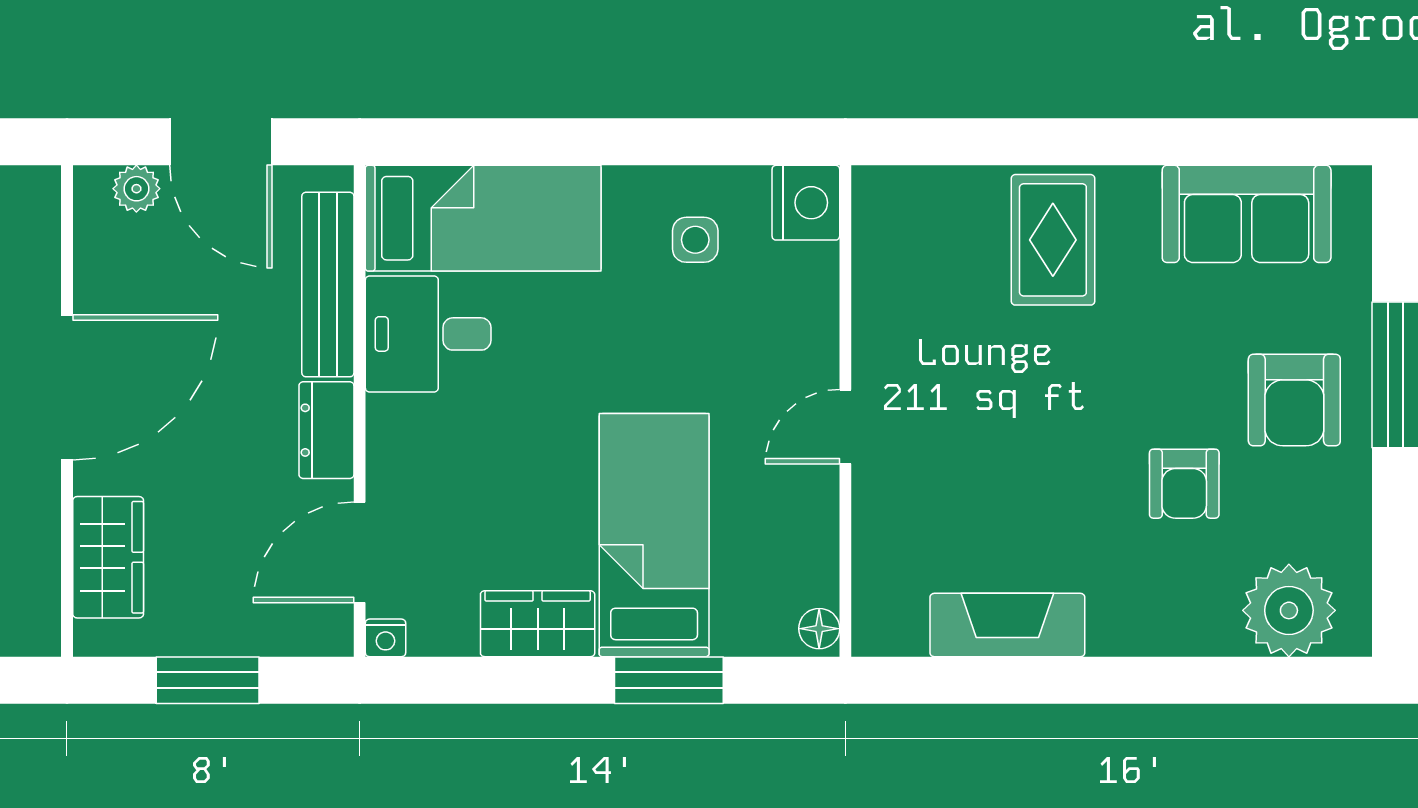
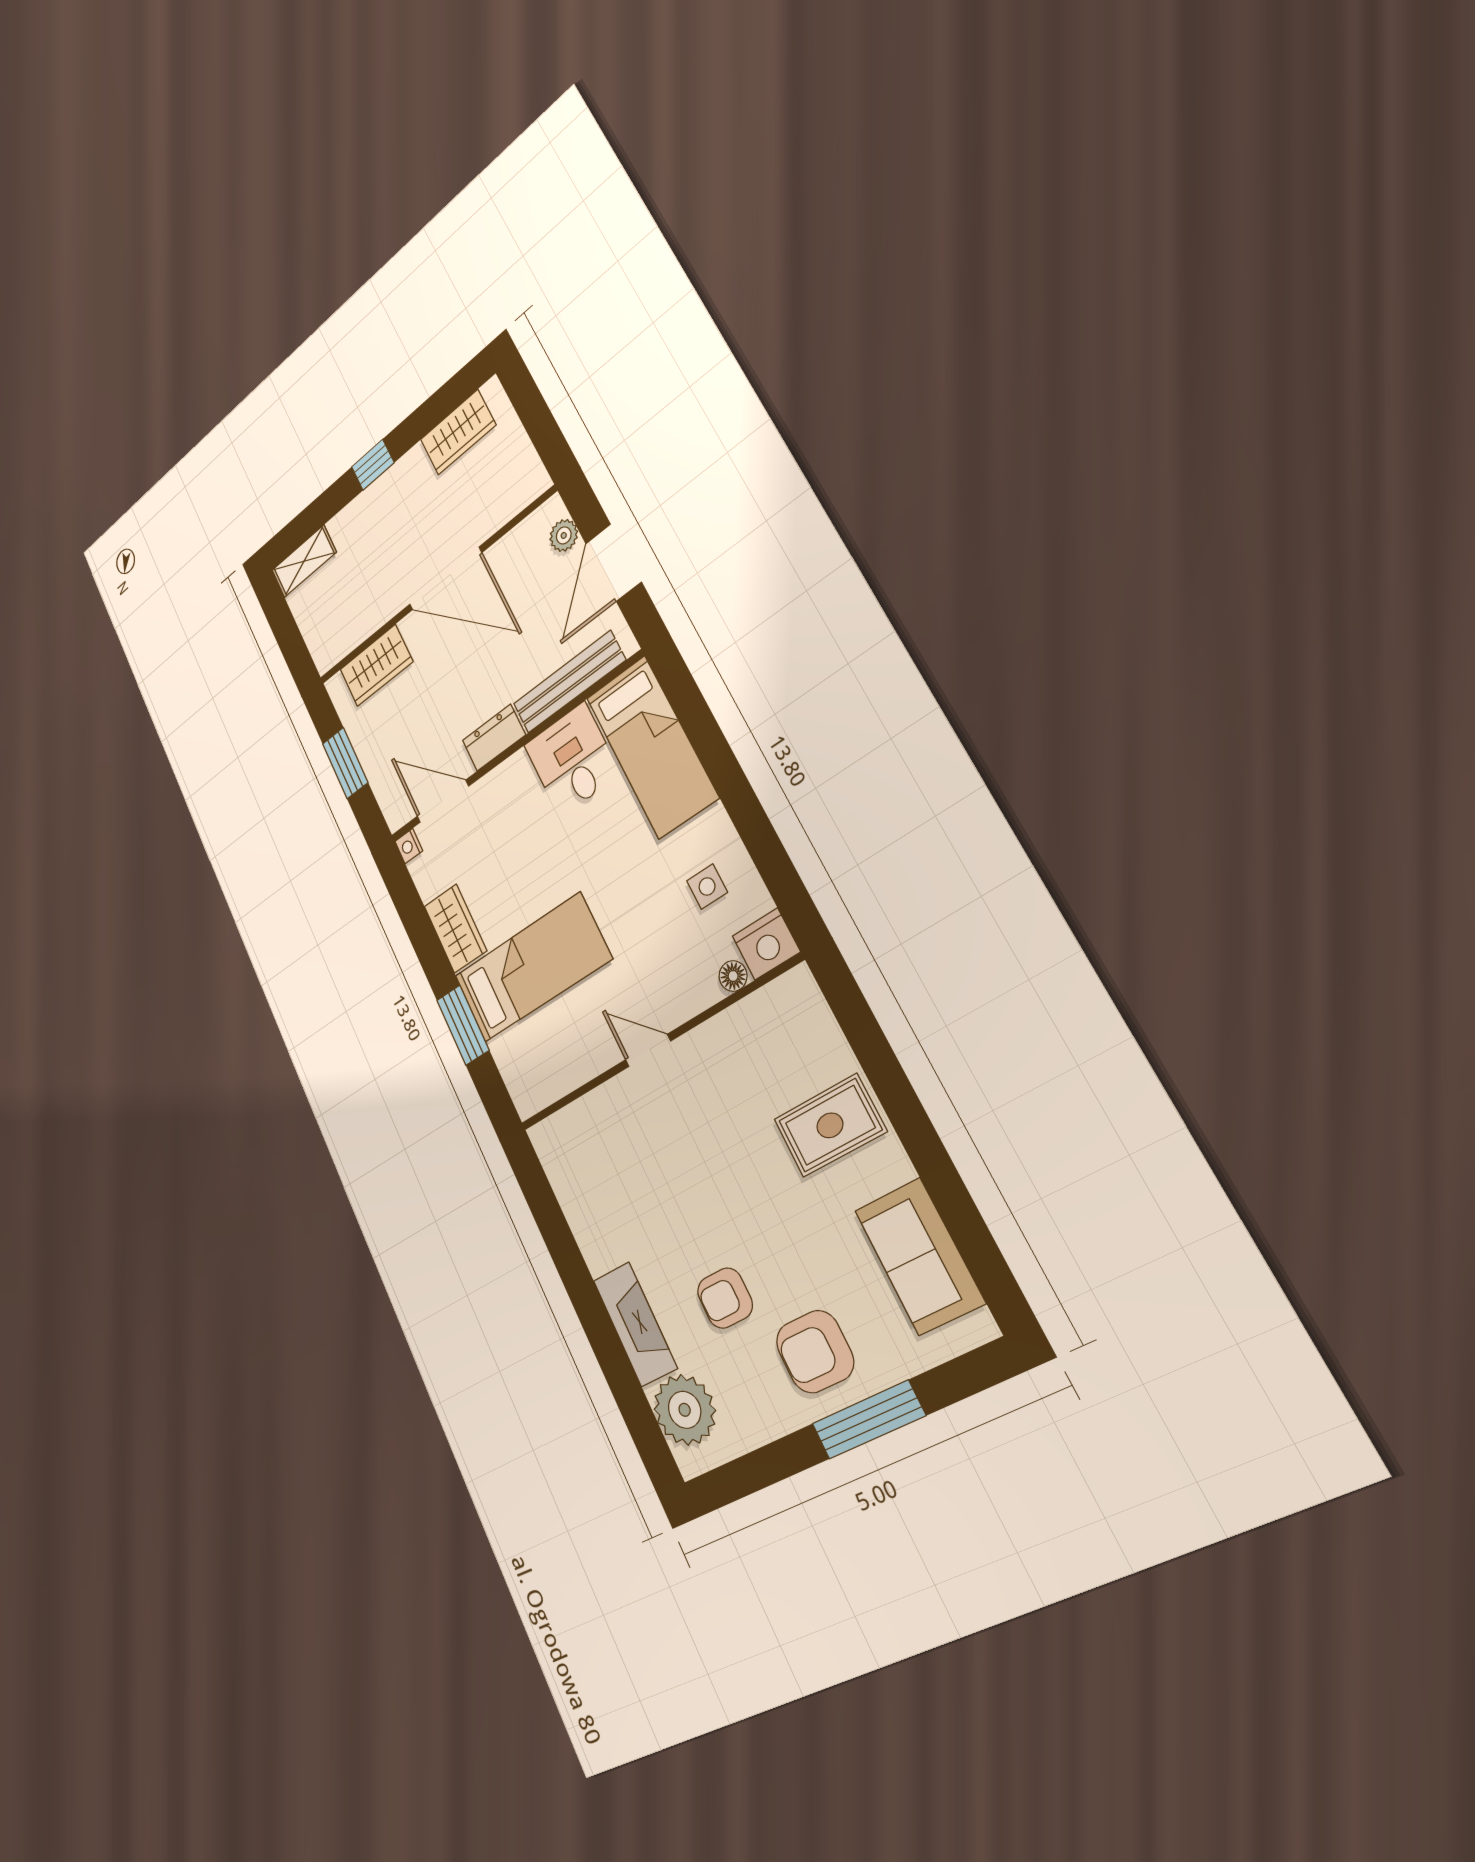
fireplace: (1007, 625) -> (635, 1324), moved
floor lamp: (819, 629) -> (733, 976), moved

